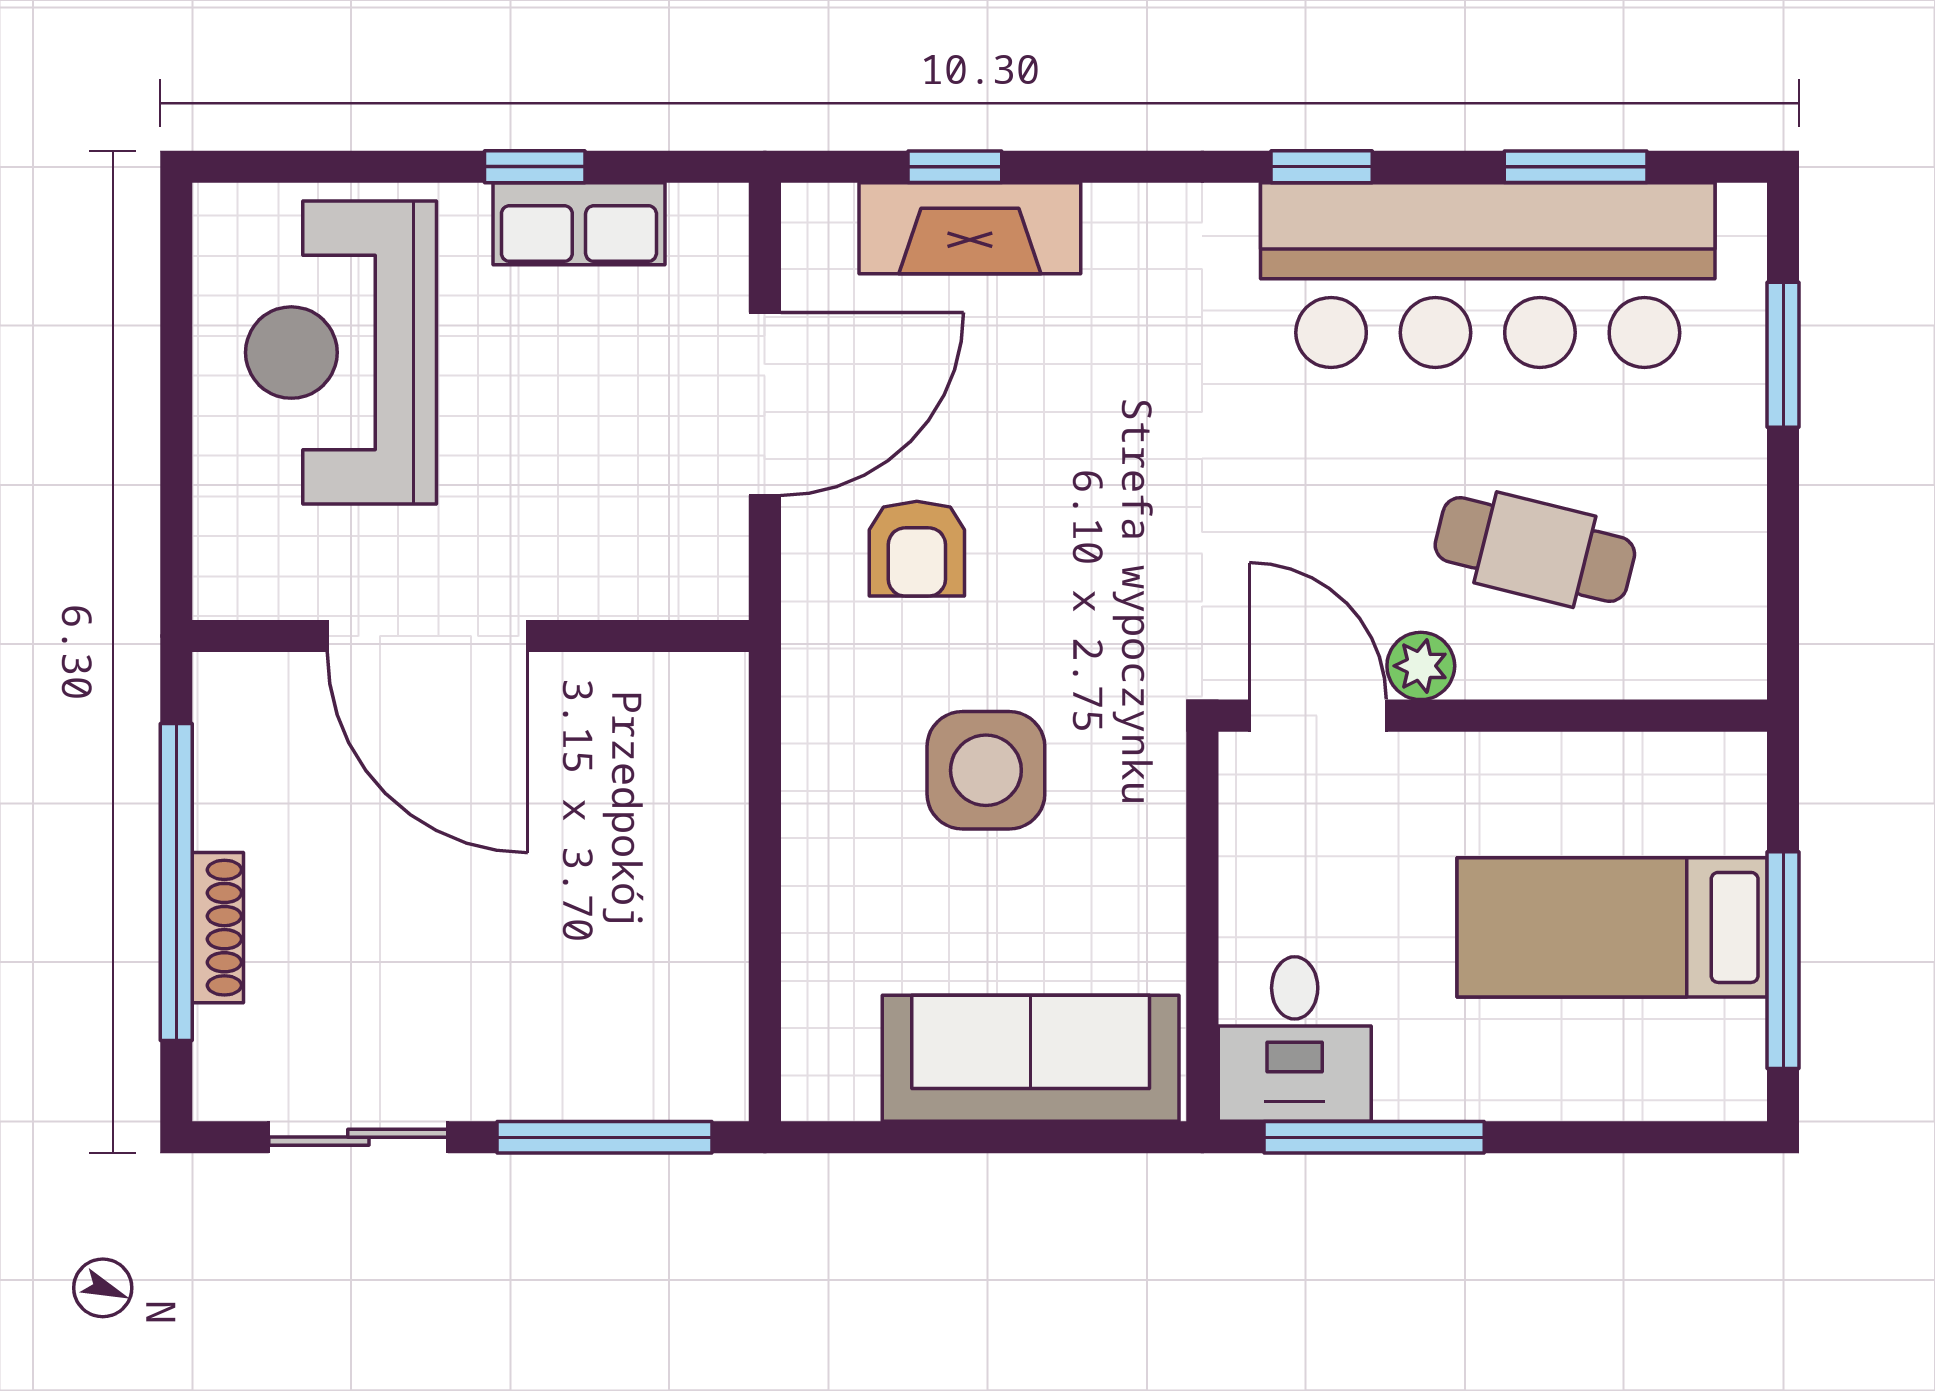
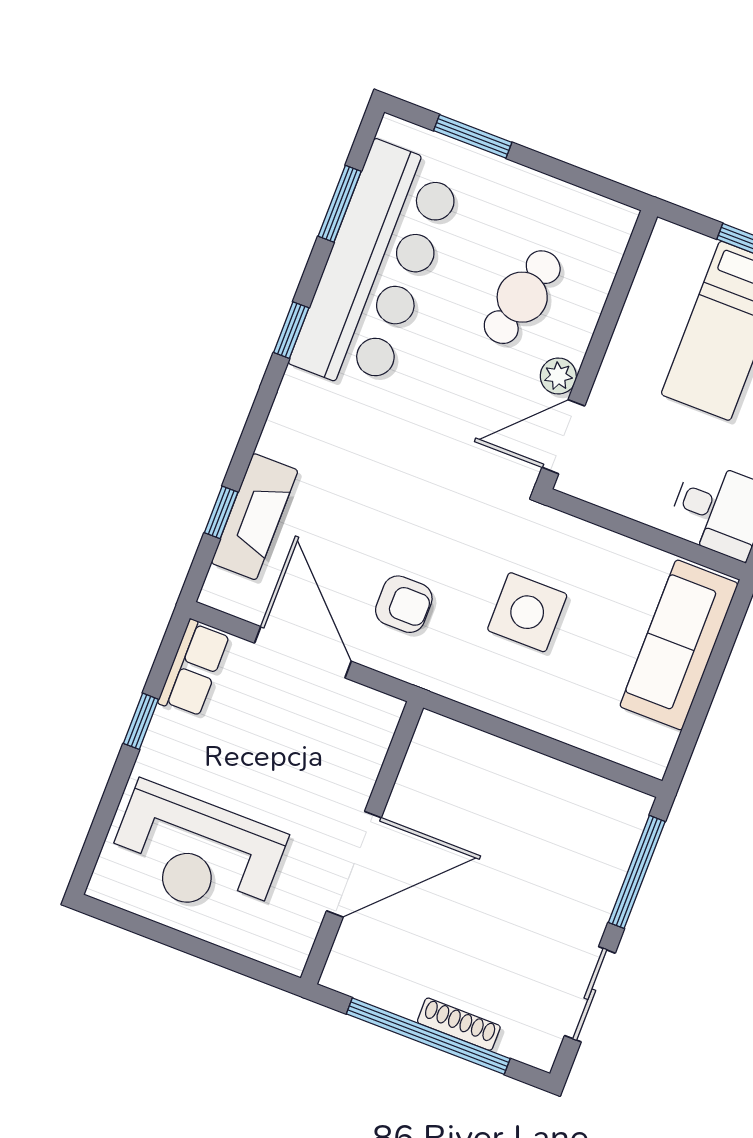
row of seats: (579, 224) -> (194, 668), moved

